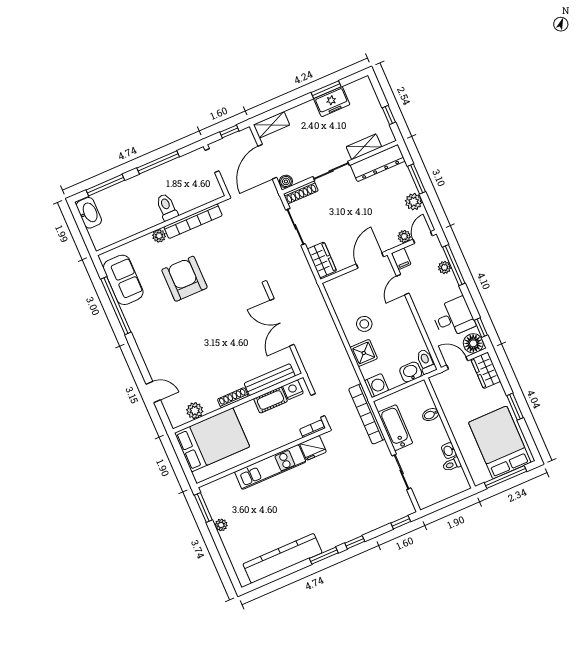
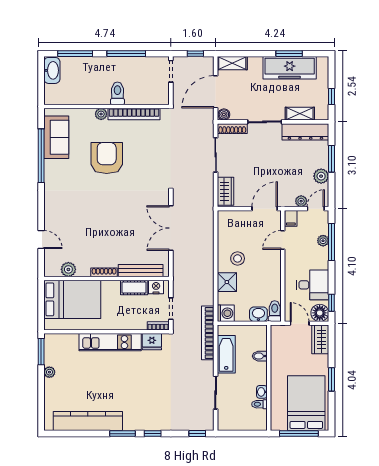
freezer: (332, 102) -> (290, 68), width x1.91, depth x1.26

